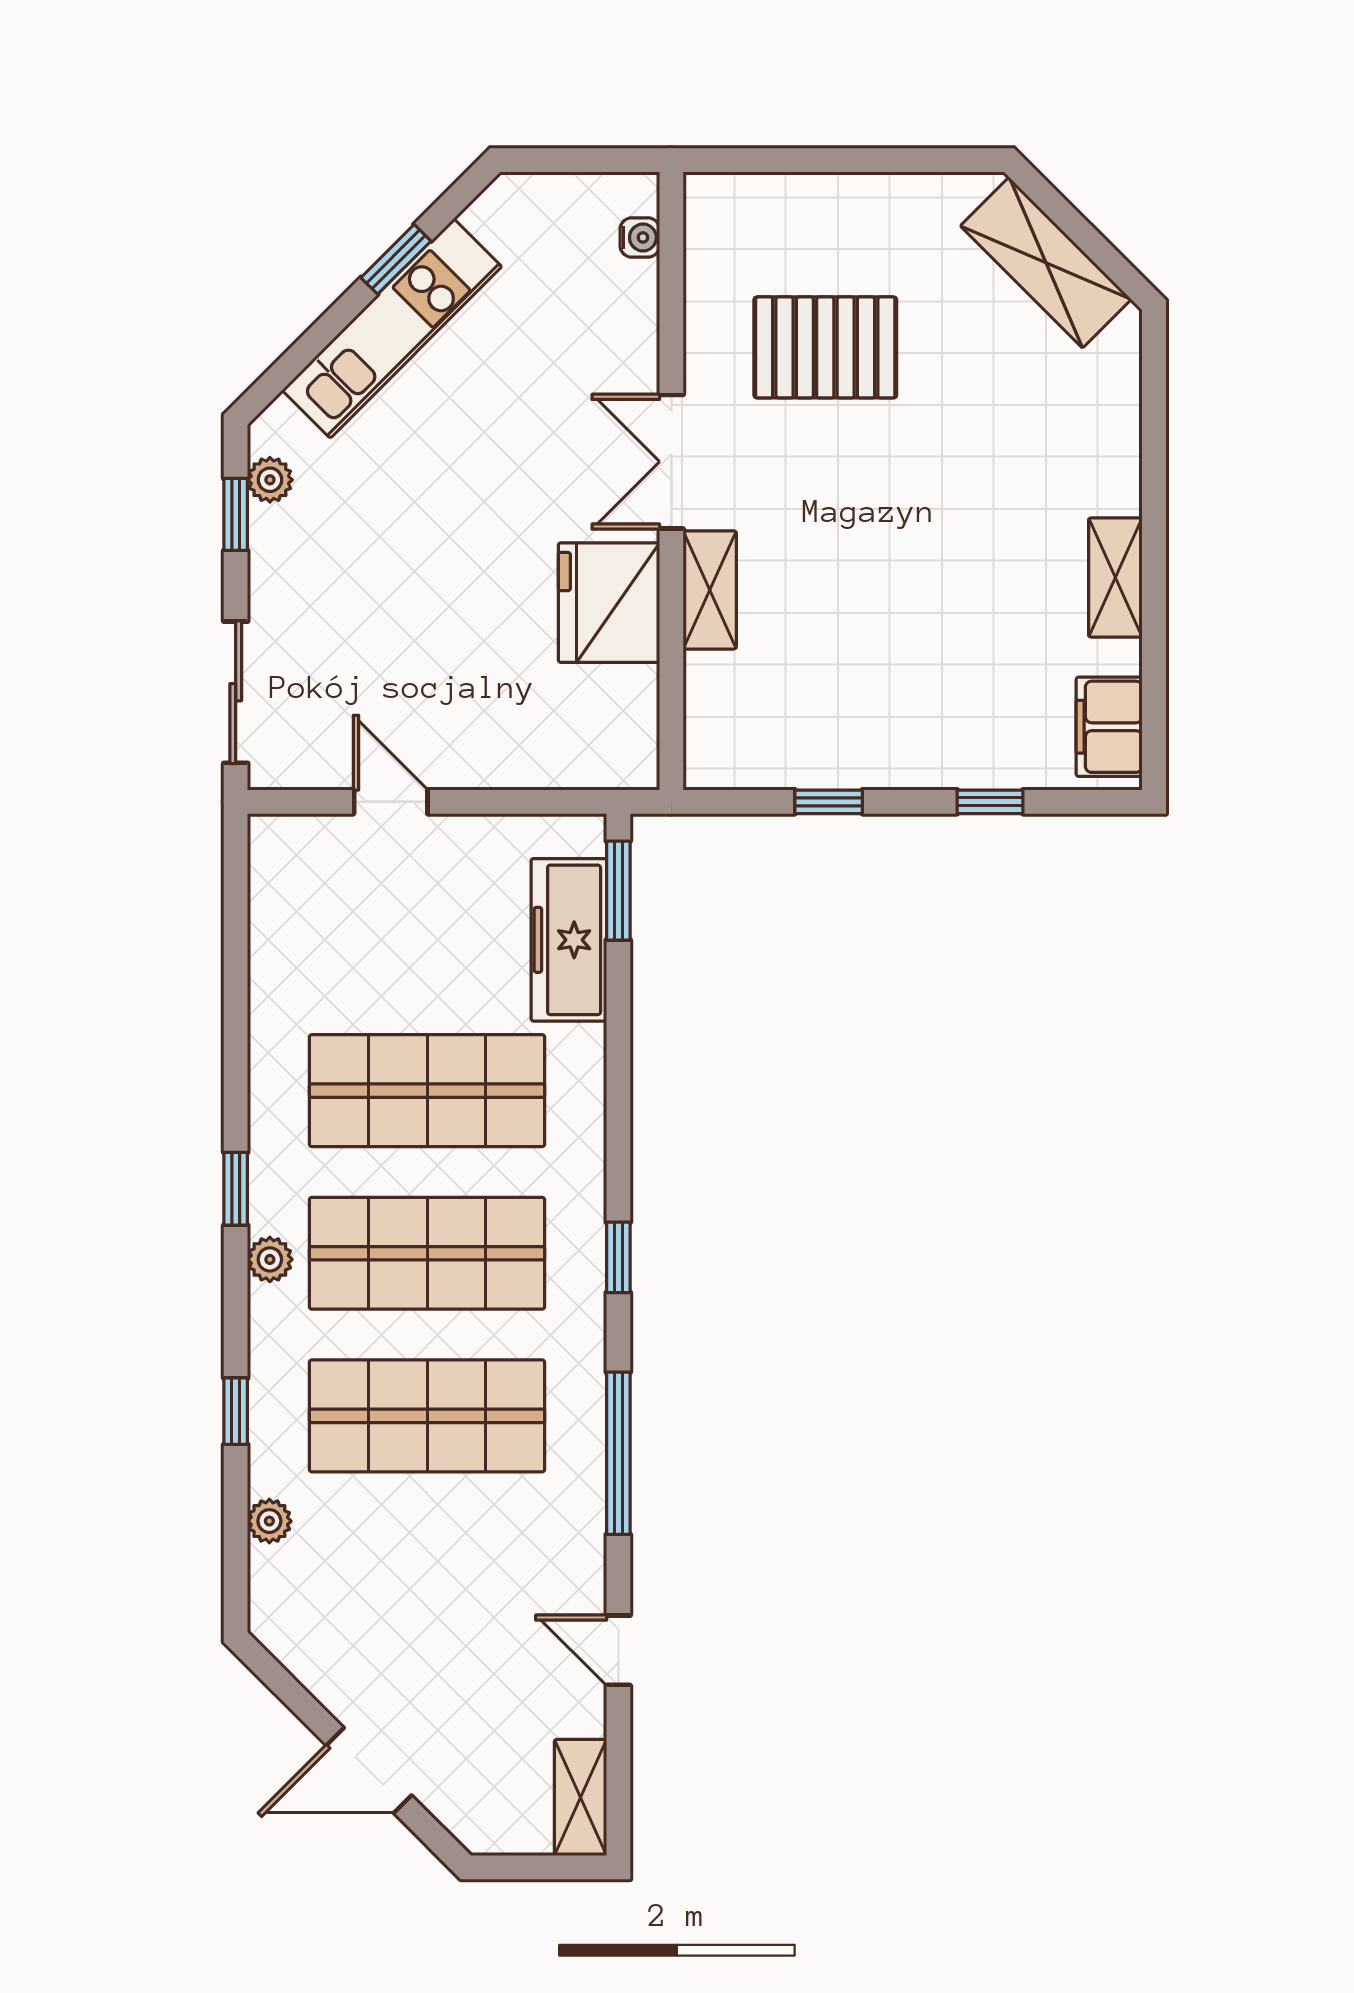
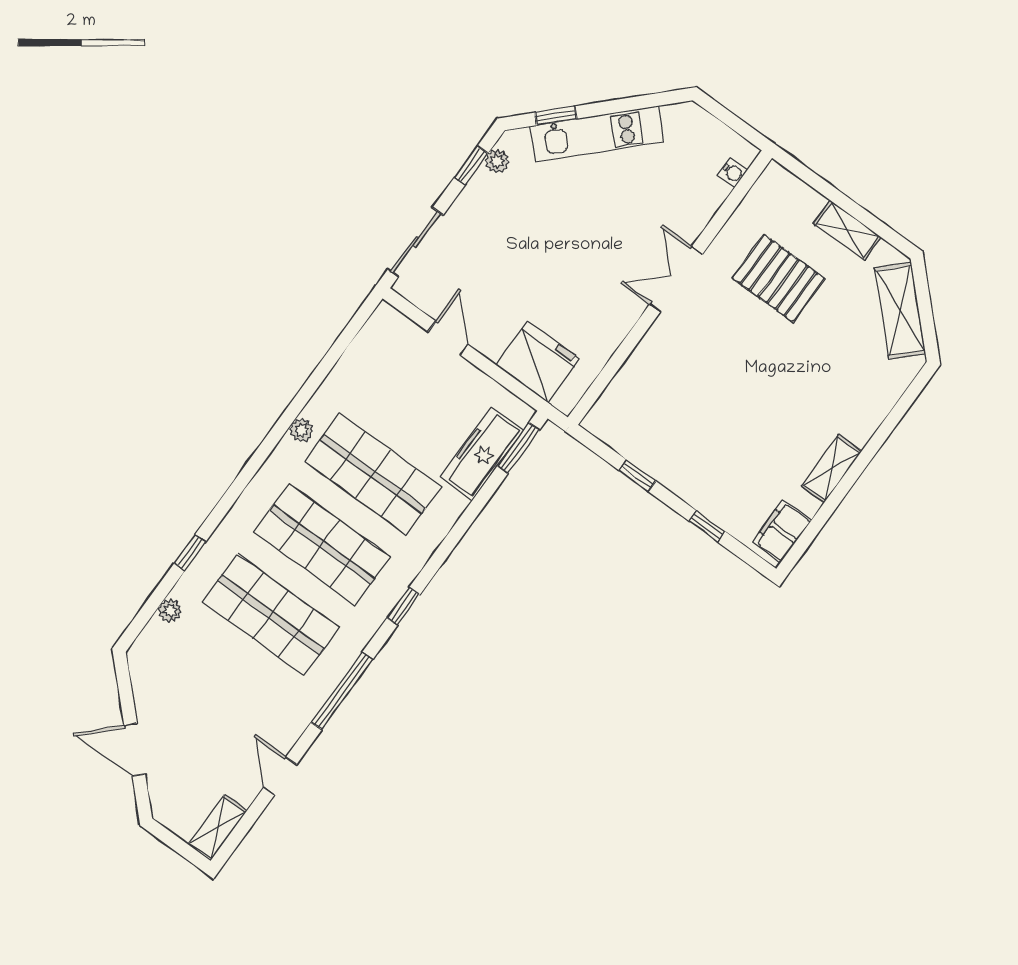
window: (396, 259) -> (556, 116), moved
shelving: (710, 590) -> (847, 230), moved, turned 90
fridge: (609, 603) -> (538, 362), moved, turned 90
window: (236, 1189) -> (260, 457), removed
plant: (270, 1259) -> (301, 430), moved

